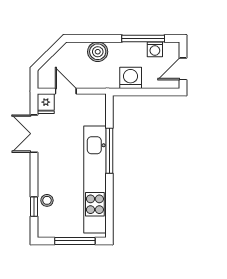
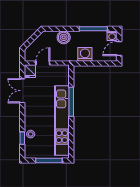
washing machine: (155, 49) -> (112, 36), moved
door: (66, 91) -> (43, 63), hinge flipped

